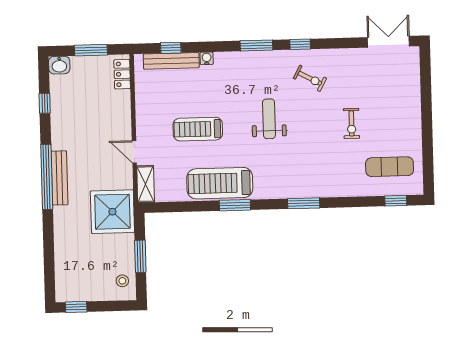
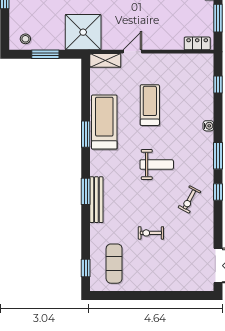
water cooler: (207, 58) -> (208, 126), moved
bench: (171, 61) -> (96, 200), moved

